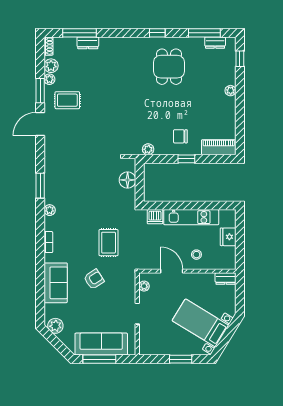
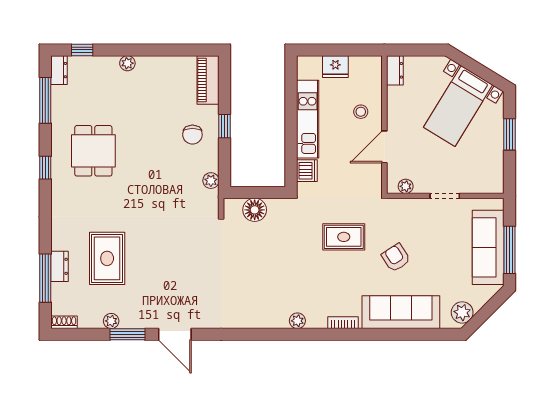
dresser: (215, 43) -> (59, 70), moved
plant: (51, 66) -> (92, 319), removed
dining table: (169, 67) -> (93, 151), turned 90
rug: (67, 100) -> (107, 258), moved, width x1.36, depth x1.43
window: (40, 186) -> (263, 334), removed
sofa: (56, 283) -> (401, 312), width x1.36

